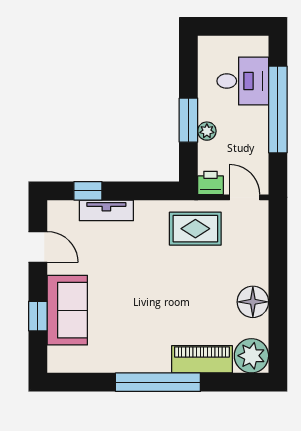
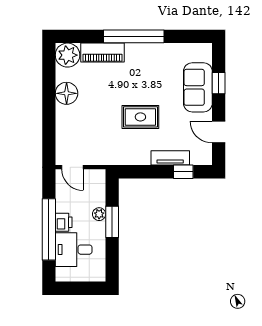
printer: (210, 183) -> (64, 222), moved, turned -90
rug: (195, 229) -> (140, 117), moved

